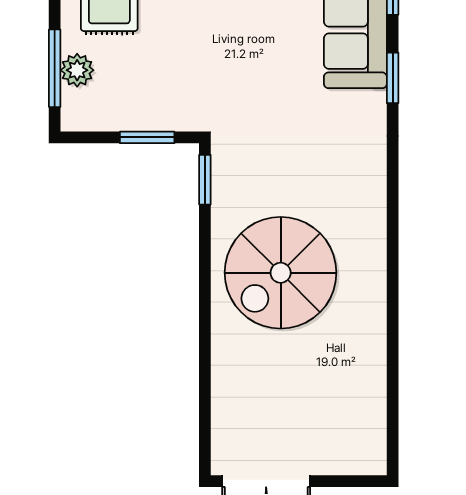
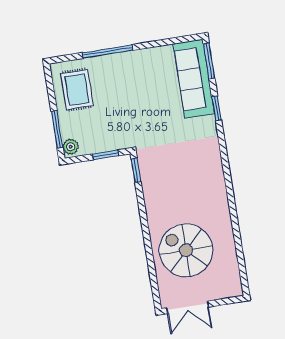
plant: (77, 70) -> (71, 147), moved
spiral stairs: (281, 273) -> (186, 250), moved, turned 90

